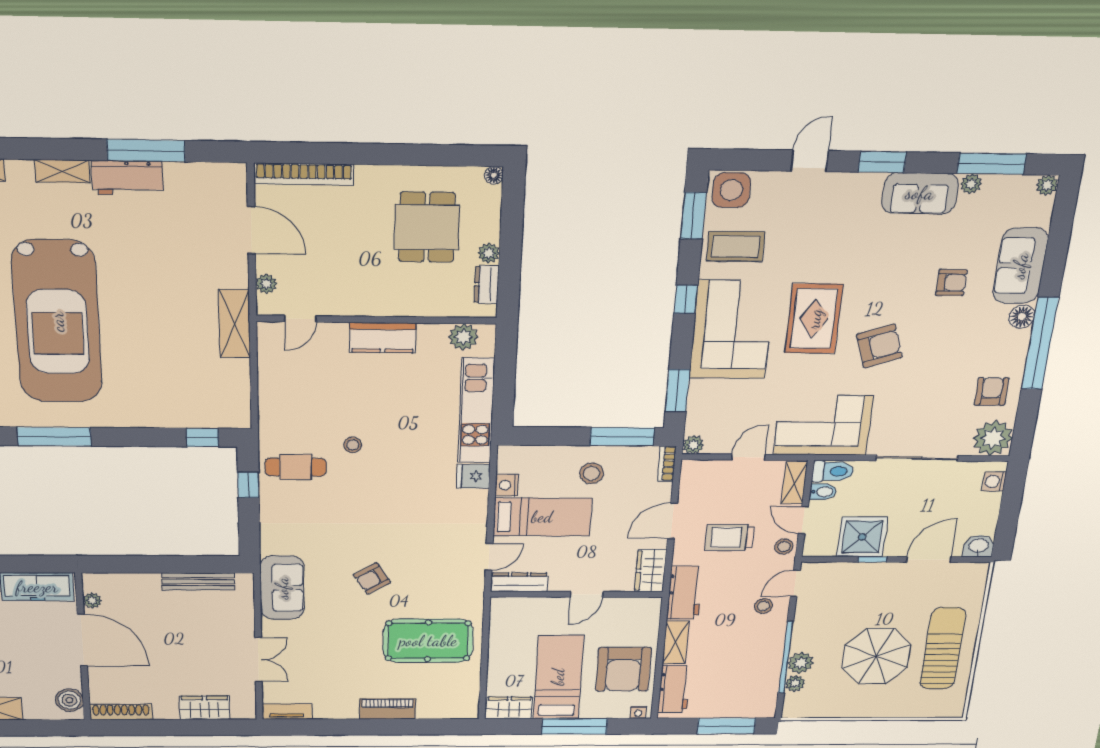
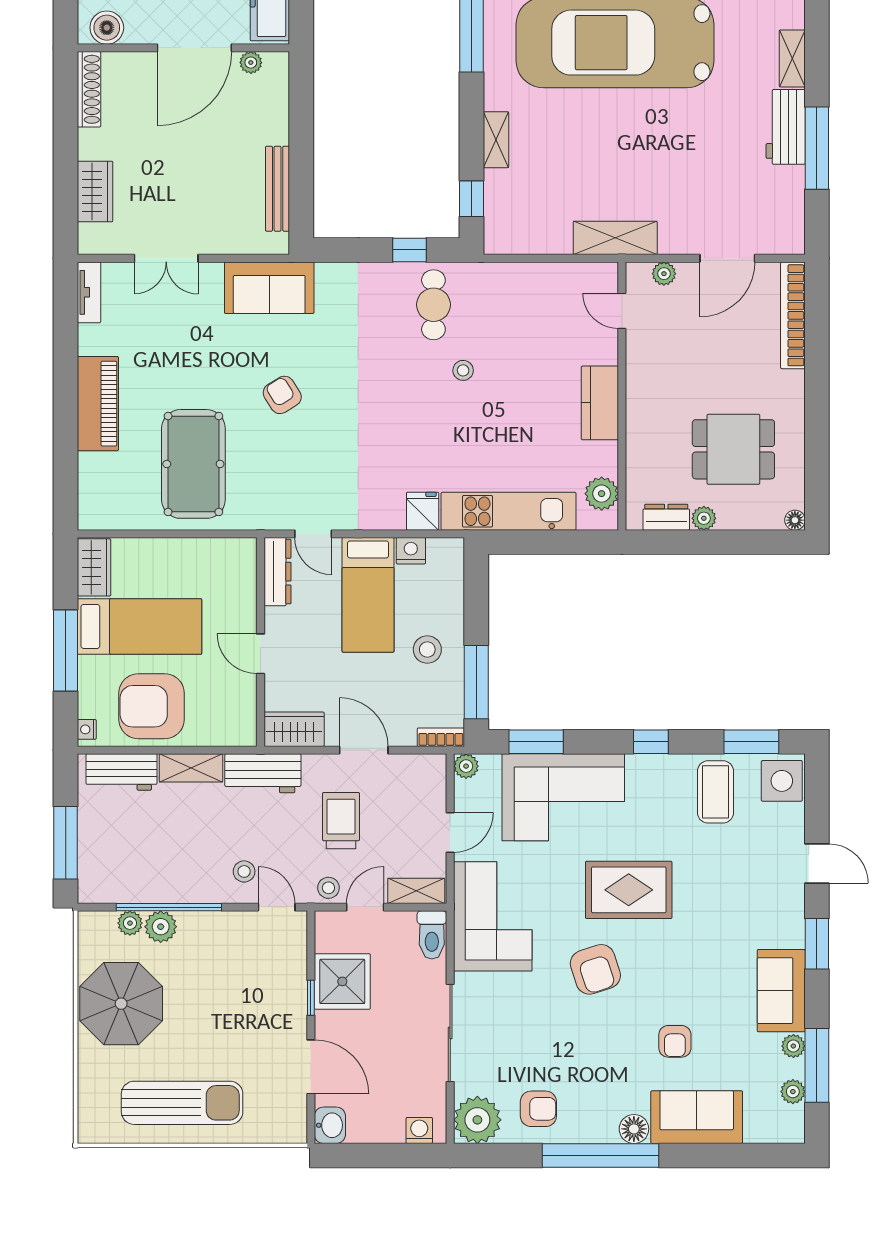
plant: (1047, 185) -> (793, 1092), moved
corner sofa: (732, 330) -> (563, 797), moved
shelving: (150, 418) -> (496, 140), added
door: (748, 457) -> (450, 833), hinge flipped
bidet: (823, 492) -> (404, 926), removed
parasol: (876, 656) -> (121, 1004), moved
piano: (387, 709) -> (98, 404), width x1.37, depth x1.33

